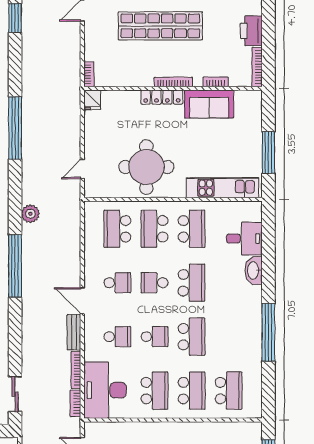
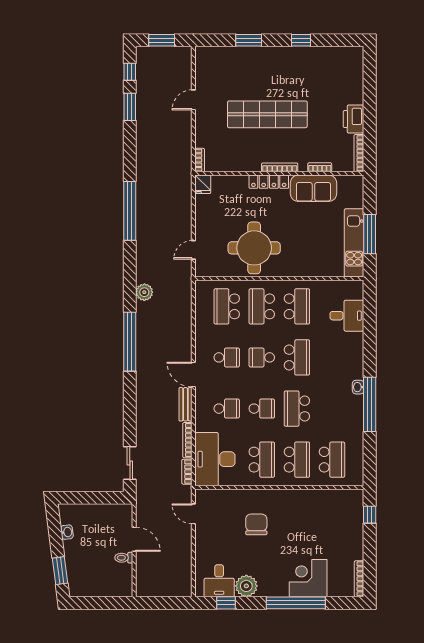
kitchen unit: (222, 188) -> (354, 243), moved, turned -90
washbasin: (254, 270) -> (358, 387), moved, width x0.52, depth x0.69
school desk: (192, 337) -> (297, 409), turned 180

